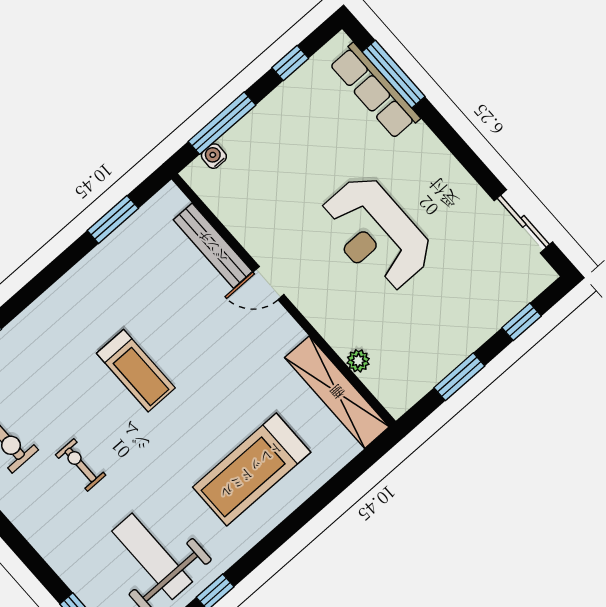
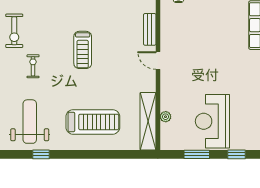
reception desk: (376, 234) -> (212, 121), moved
bench: (213, 246) -> (150, 29), width x0.73
treadmill: (252, 470) -> (93, 122), turned 180

